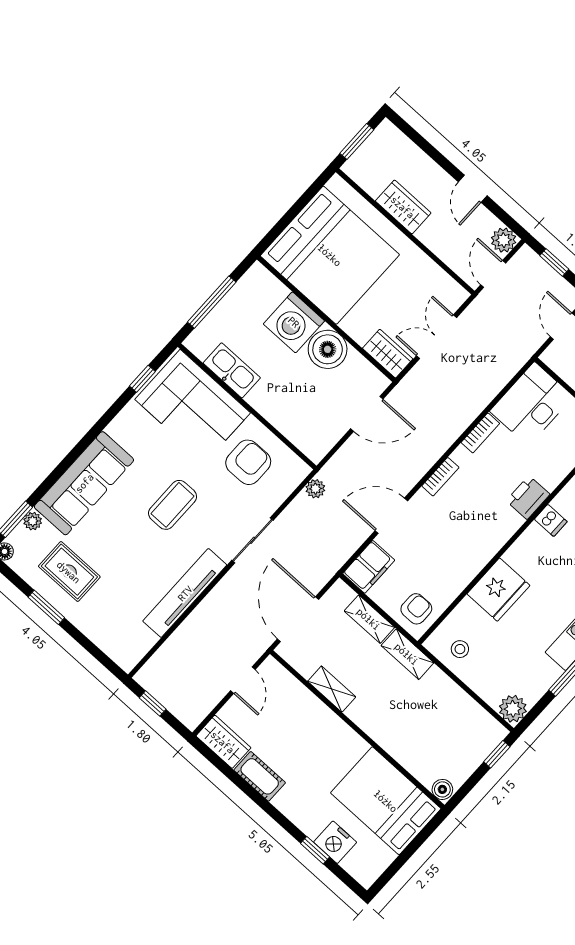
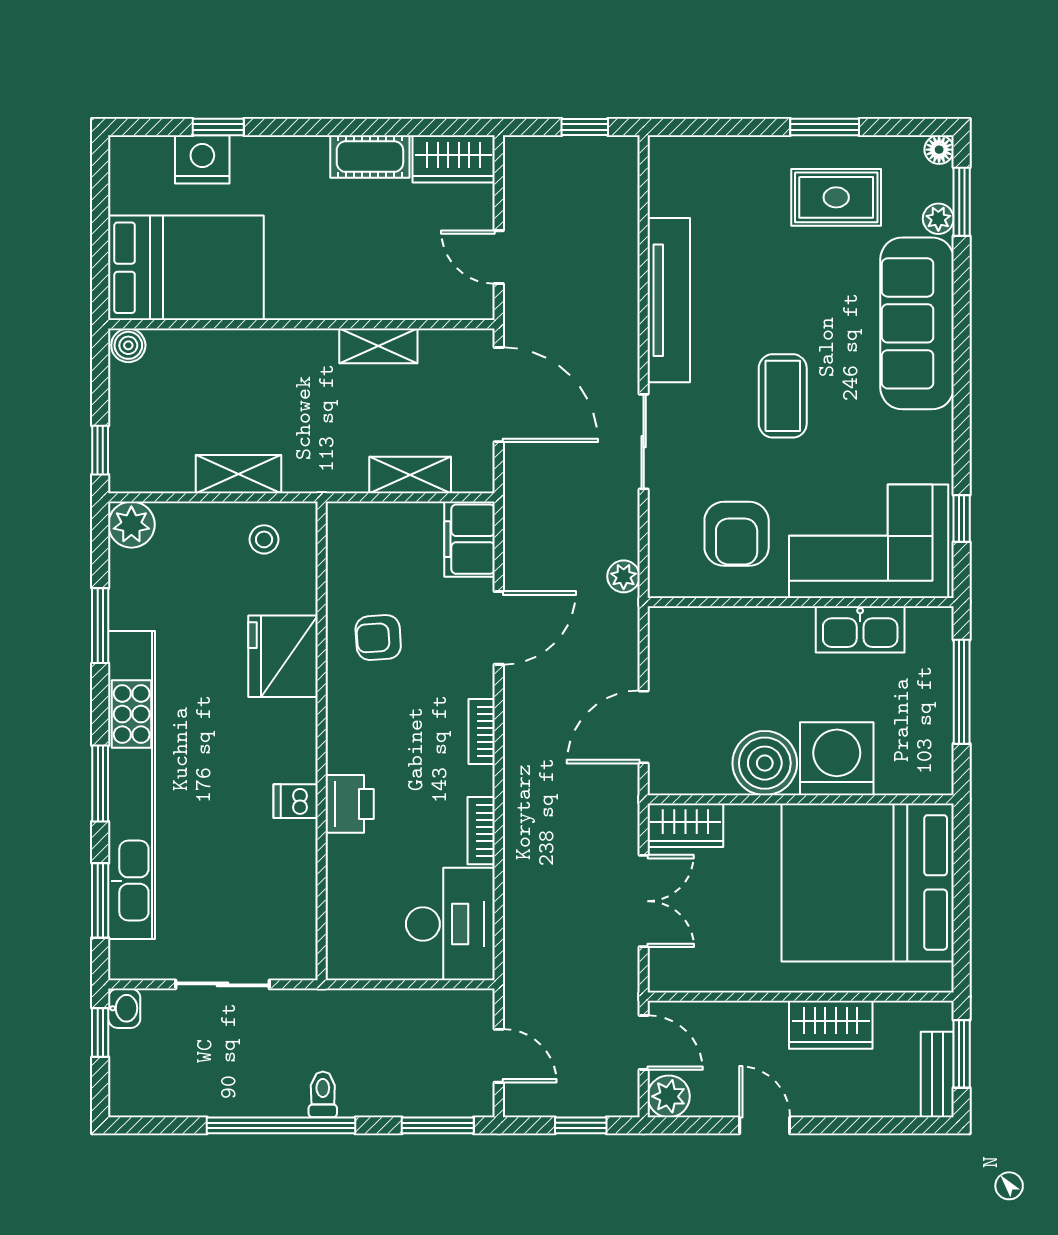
bench: (376, 142) -> (937, 1075), added
armchair: (416, 609) -> (378, 638), moved, turned 86
shelving: (407, 654) -> (239, 474), moved

